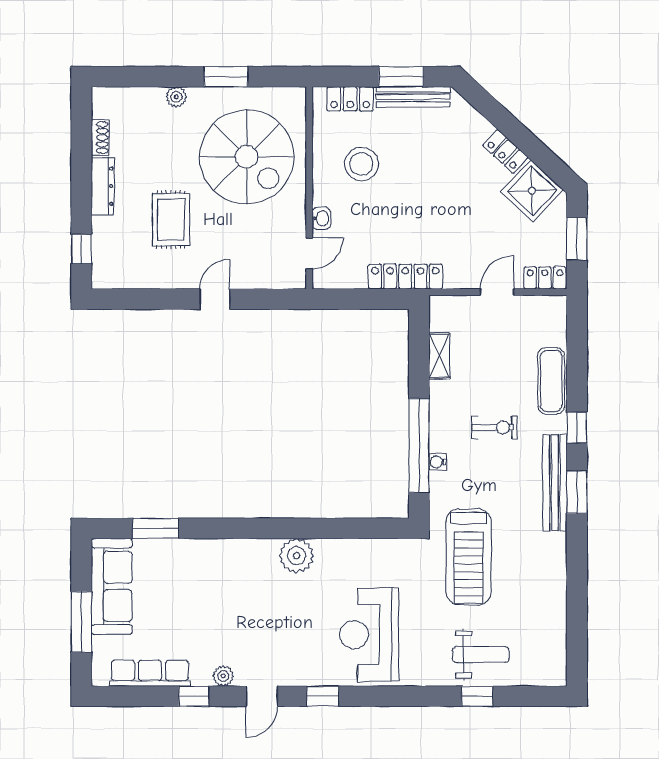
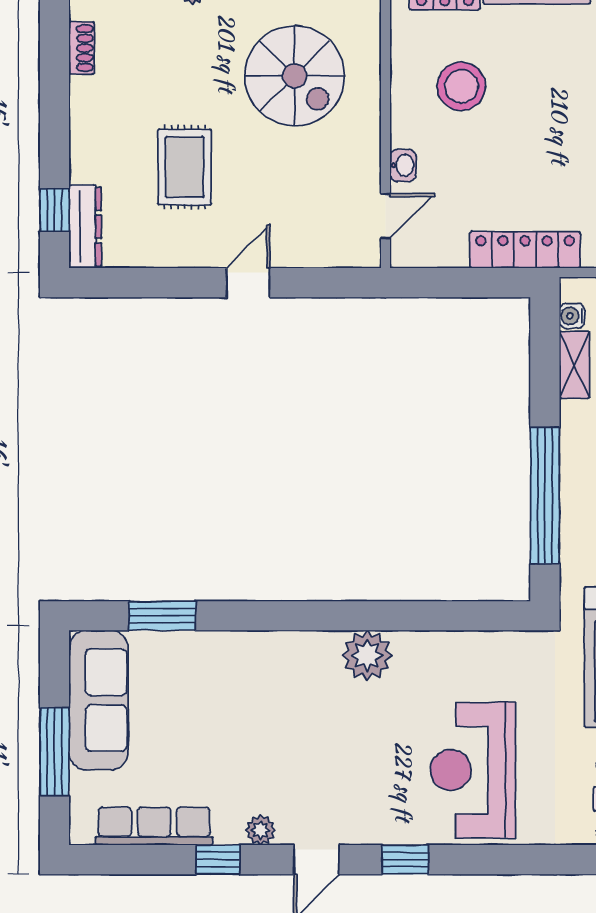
spiral stairs: (247, 157) -> (295, 76), width x0.73, depth x0.73
dresser: (103, 186) -> (85, 227), moved
water cooler: (438, 462) -> (572, 316), moved

